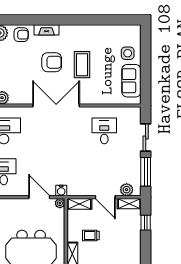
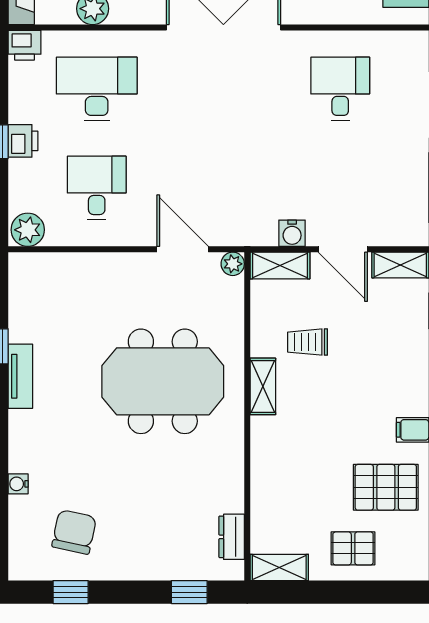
plant: (127, 190) -> (394, 231), removed
water cooler: (61, 191) -> (292, 233), moved

